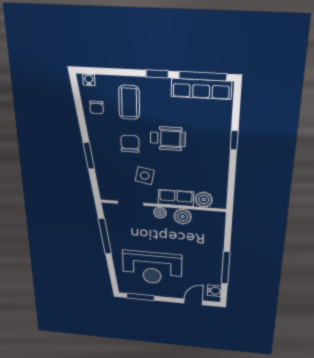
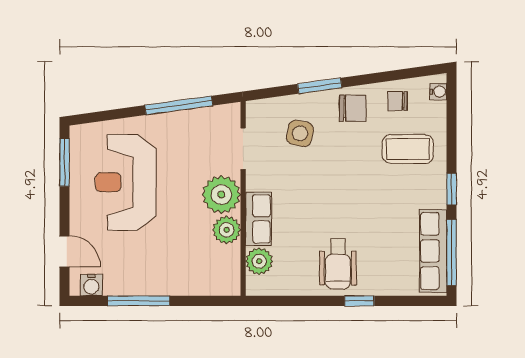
wheelchair: (168, 138) -> (338, 264), moved
chair: (130, 144) -> (353, 108), moved
side table: (145, 176) -> (300, 133), moved
plant: (160, 213) -> (221, 195), width x1.88, depth x1.88

